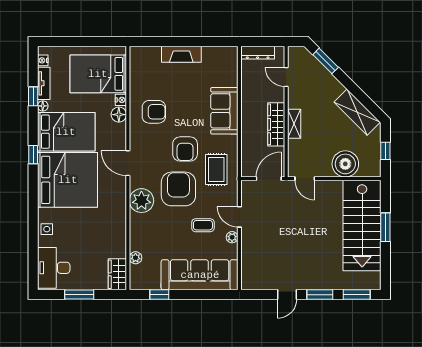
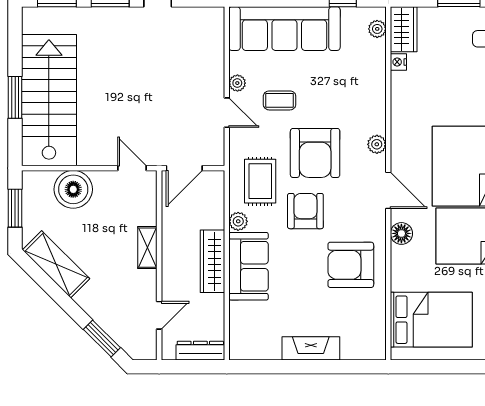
door: (286, 77) -> (159, 315), hinge flipped
nightstand: (121, 100) -> (398, 62), moved
armchair: (154, 112) -> (351, 265), width x1.36, depth x1.36
floor lamp: (119, 115) -> (401, 233), moved
wardrobe: (276, 124) -> (212, 261), moved, turned 180
plant: (231, 142) -> (238, 221), added
window: (385, 151) -> (15, 208), width x1.50
plant: (141, 201) -> (377, 144), width x0.53, depth x0.53
plant: (136, 258) -> (377, 29), moved

